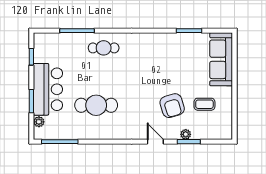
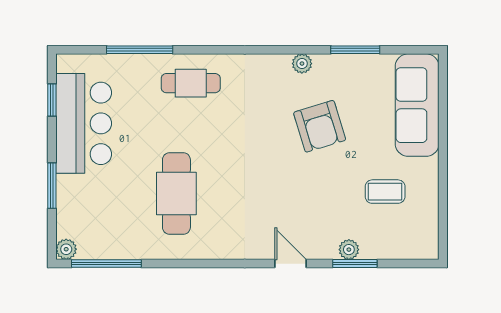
plant: (161, 38) -> (302, 64), added
bar counter: (48, 89) -> (84, 123), moved
cafe table: (96, 105) -> (176, 194), turned 90
armchair: (172, 106) -> (320, 126), moved
plant: (39, 122) -> (66, 249), moved

